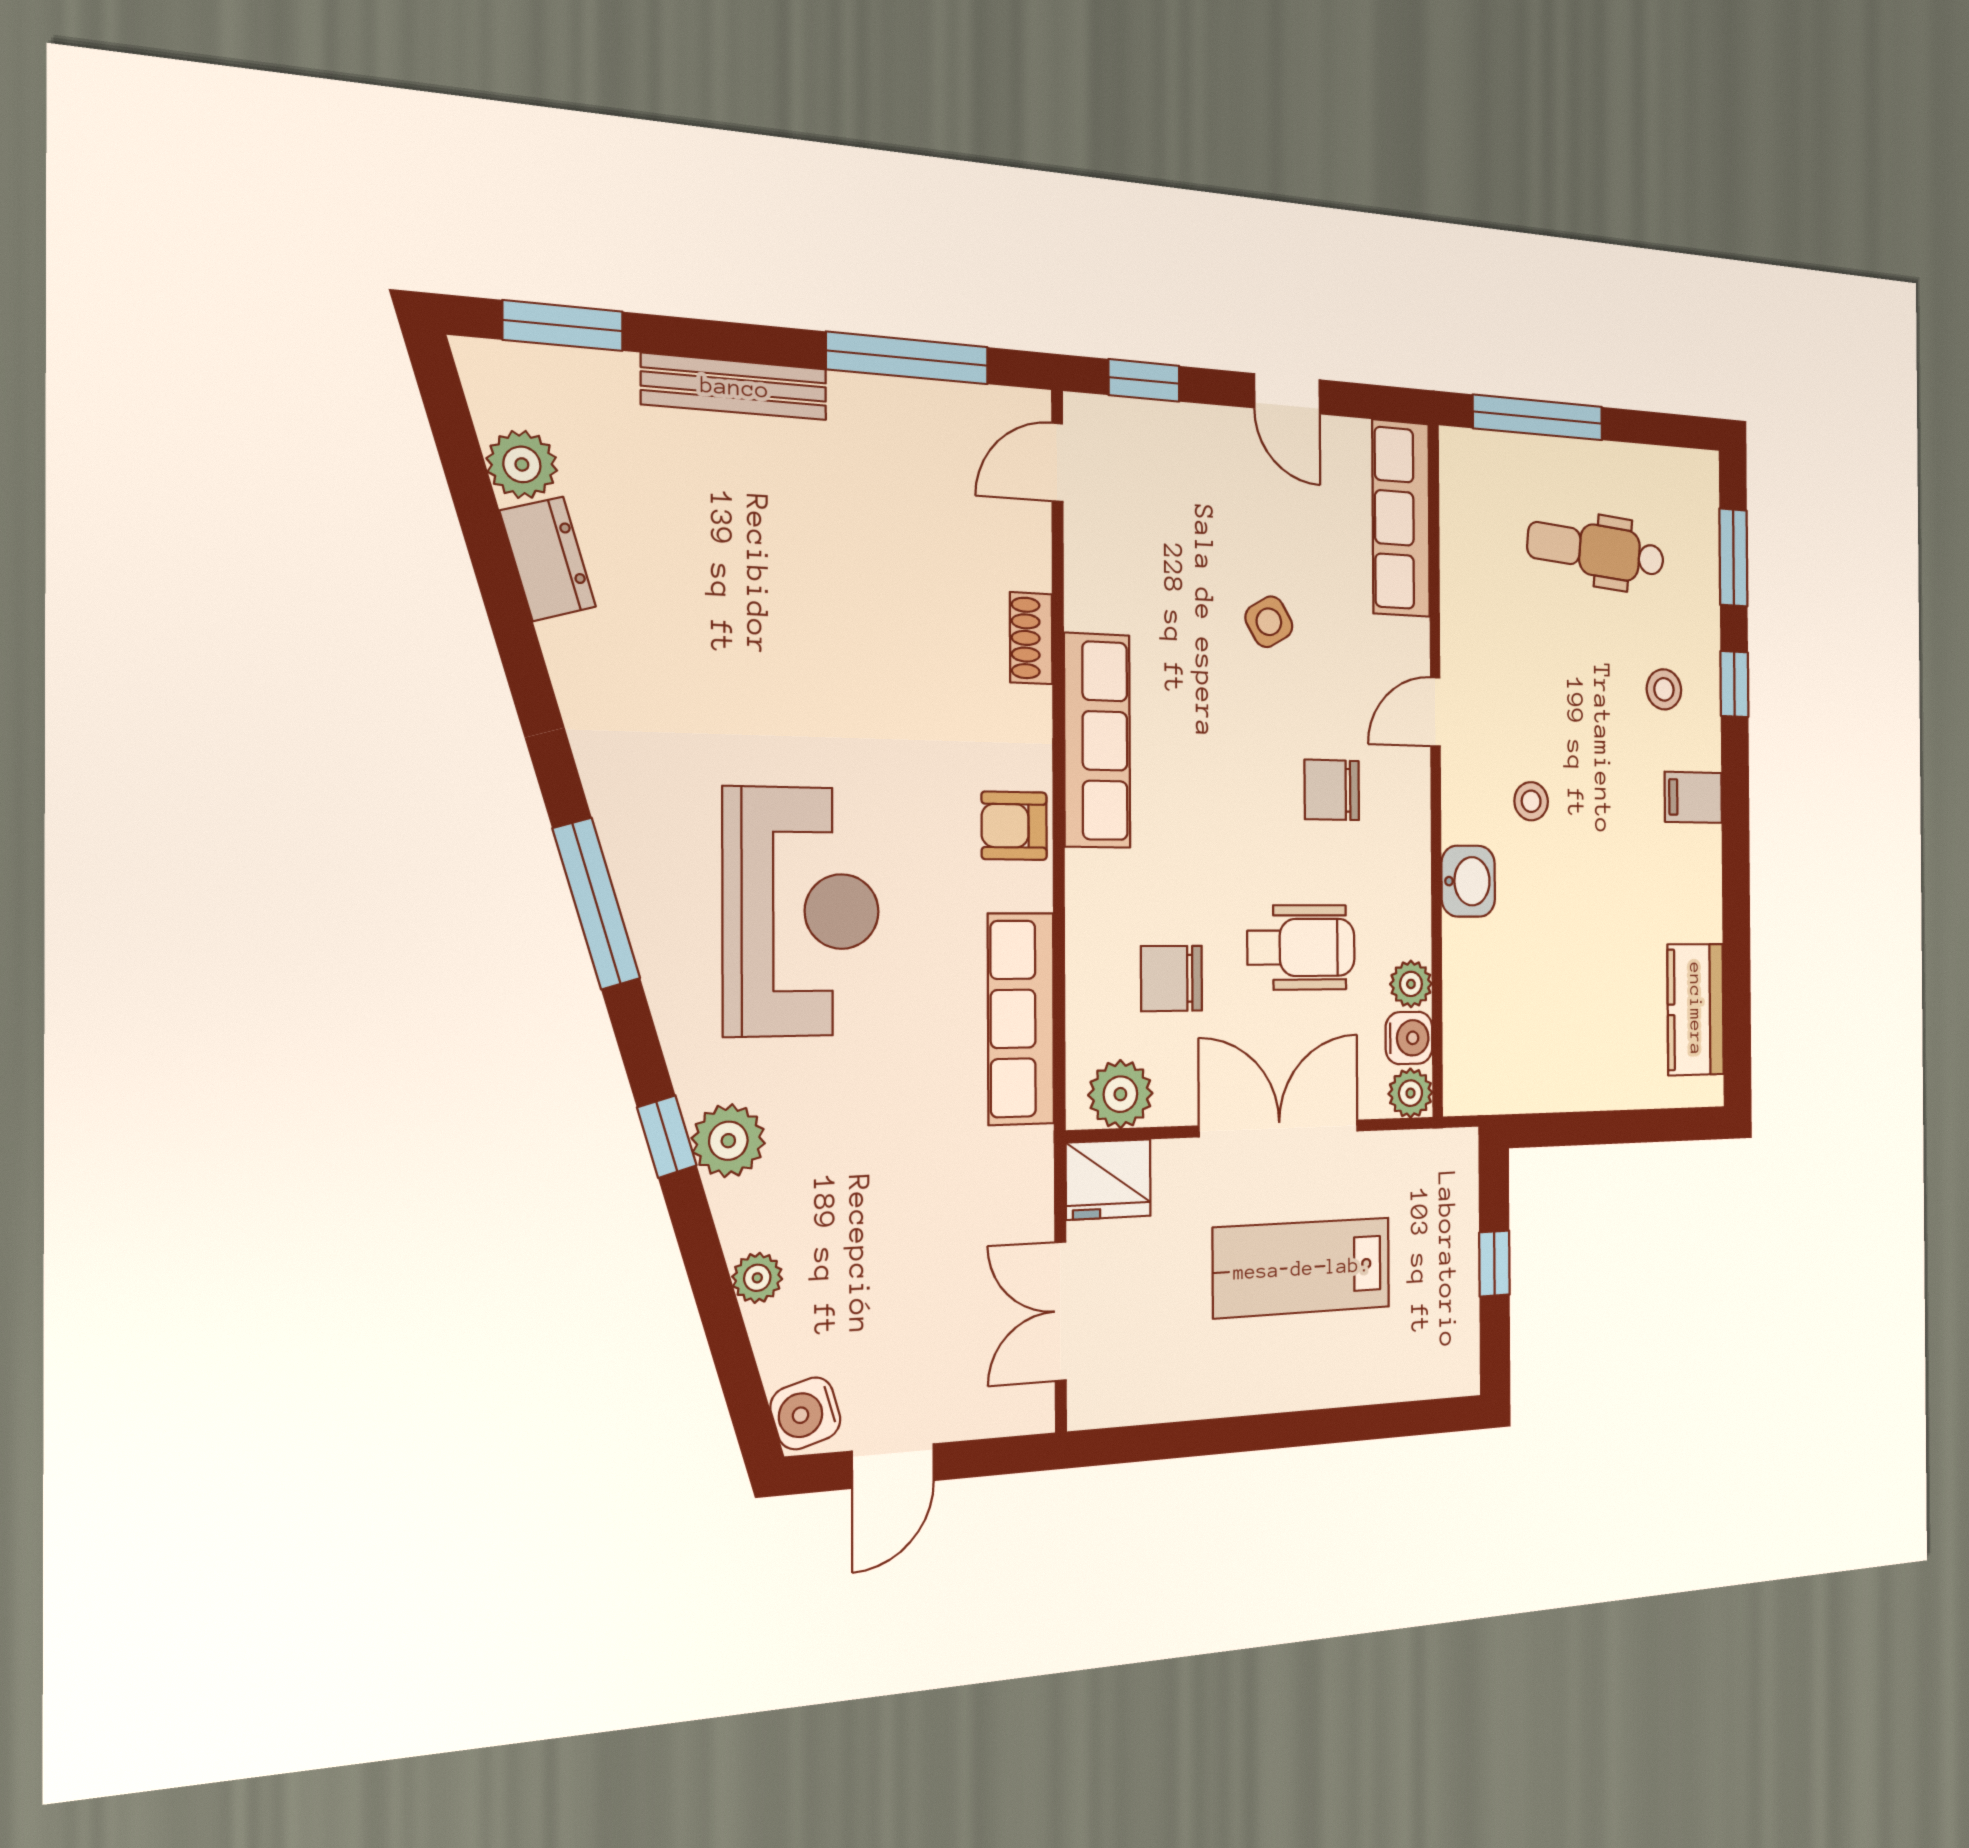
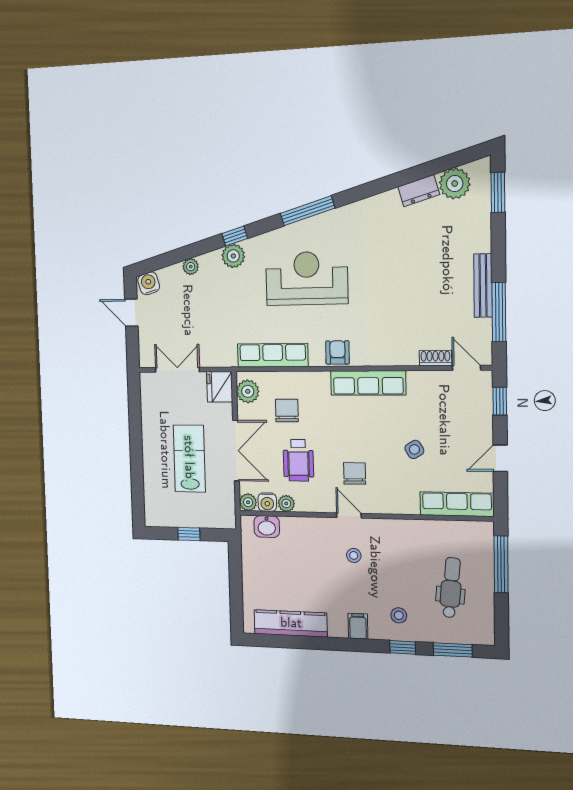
bench: (735, 387) -> (483, 286), moved
plant: (522, 464) -> (455, 184), width x1.36, depth x1.36
shoe rack: (1031, 638) -> (435, 358), moved
door: (1435, 712) -> (349, 515), moved
washbasin: (1468, 881) -> (267, 527), moved
reception desk: (801, 911) -> (307, 278), turned 180
kitchen counter: (1696, 1009) -> (291, 623), width x1.50

